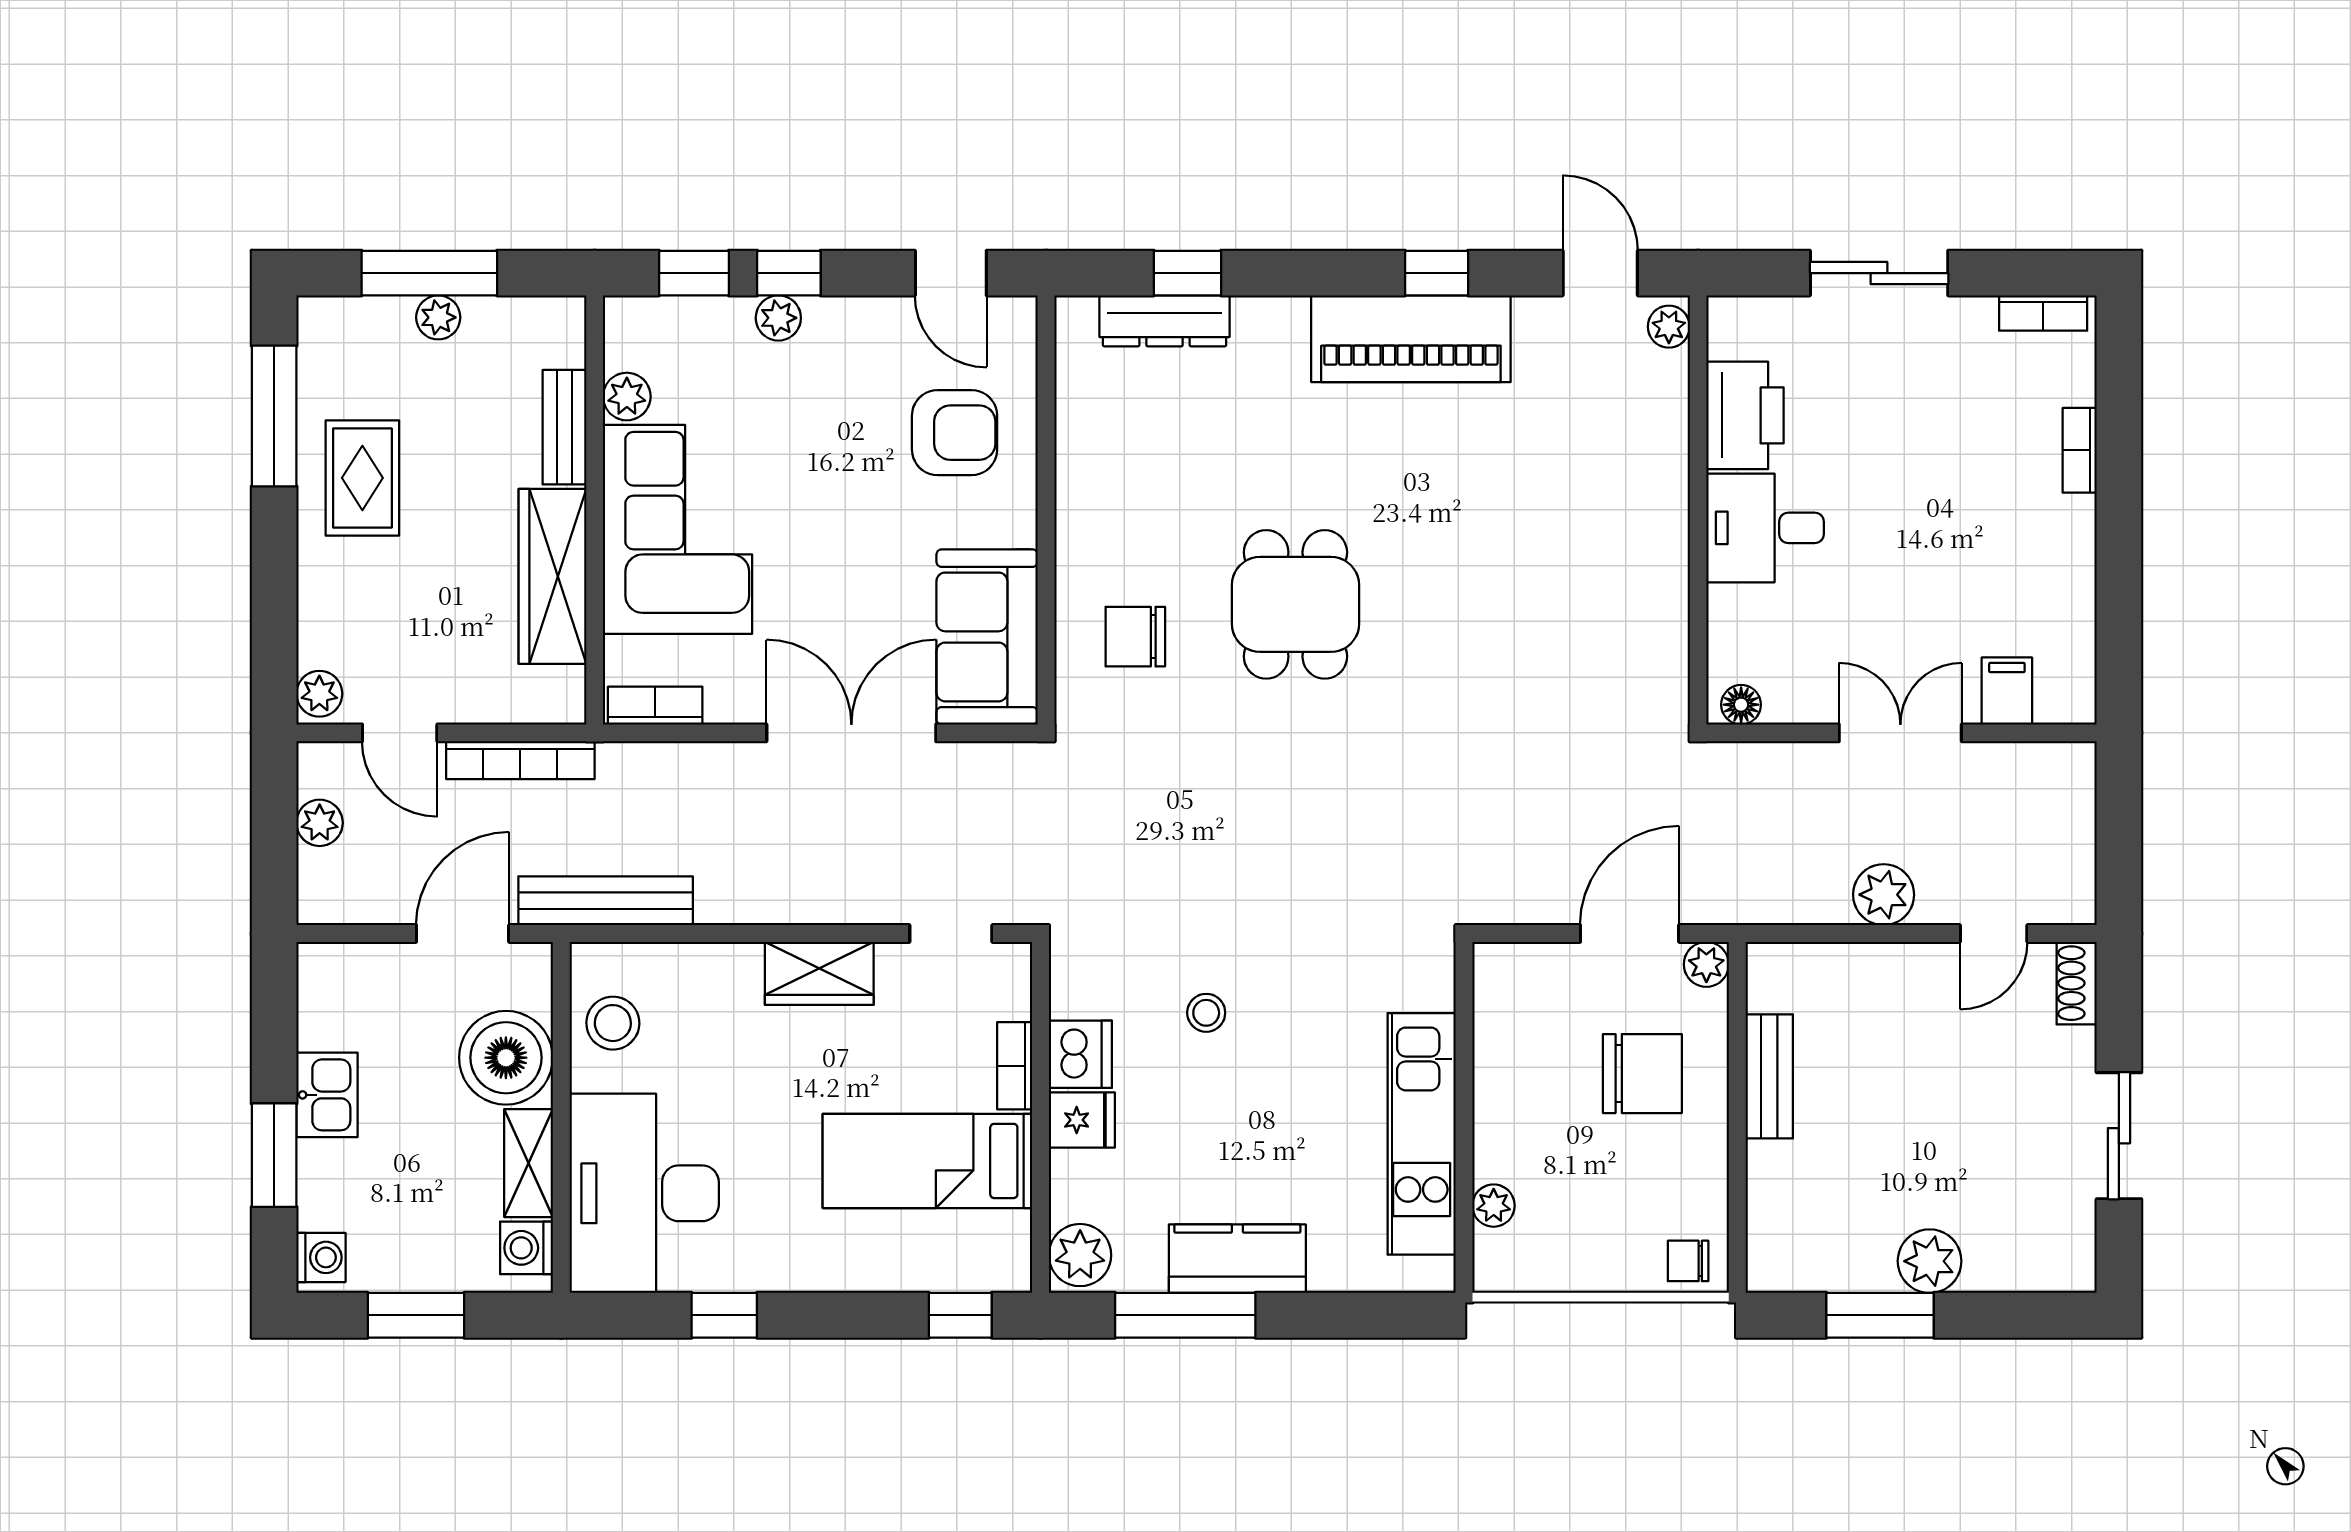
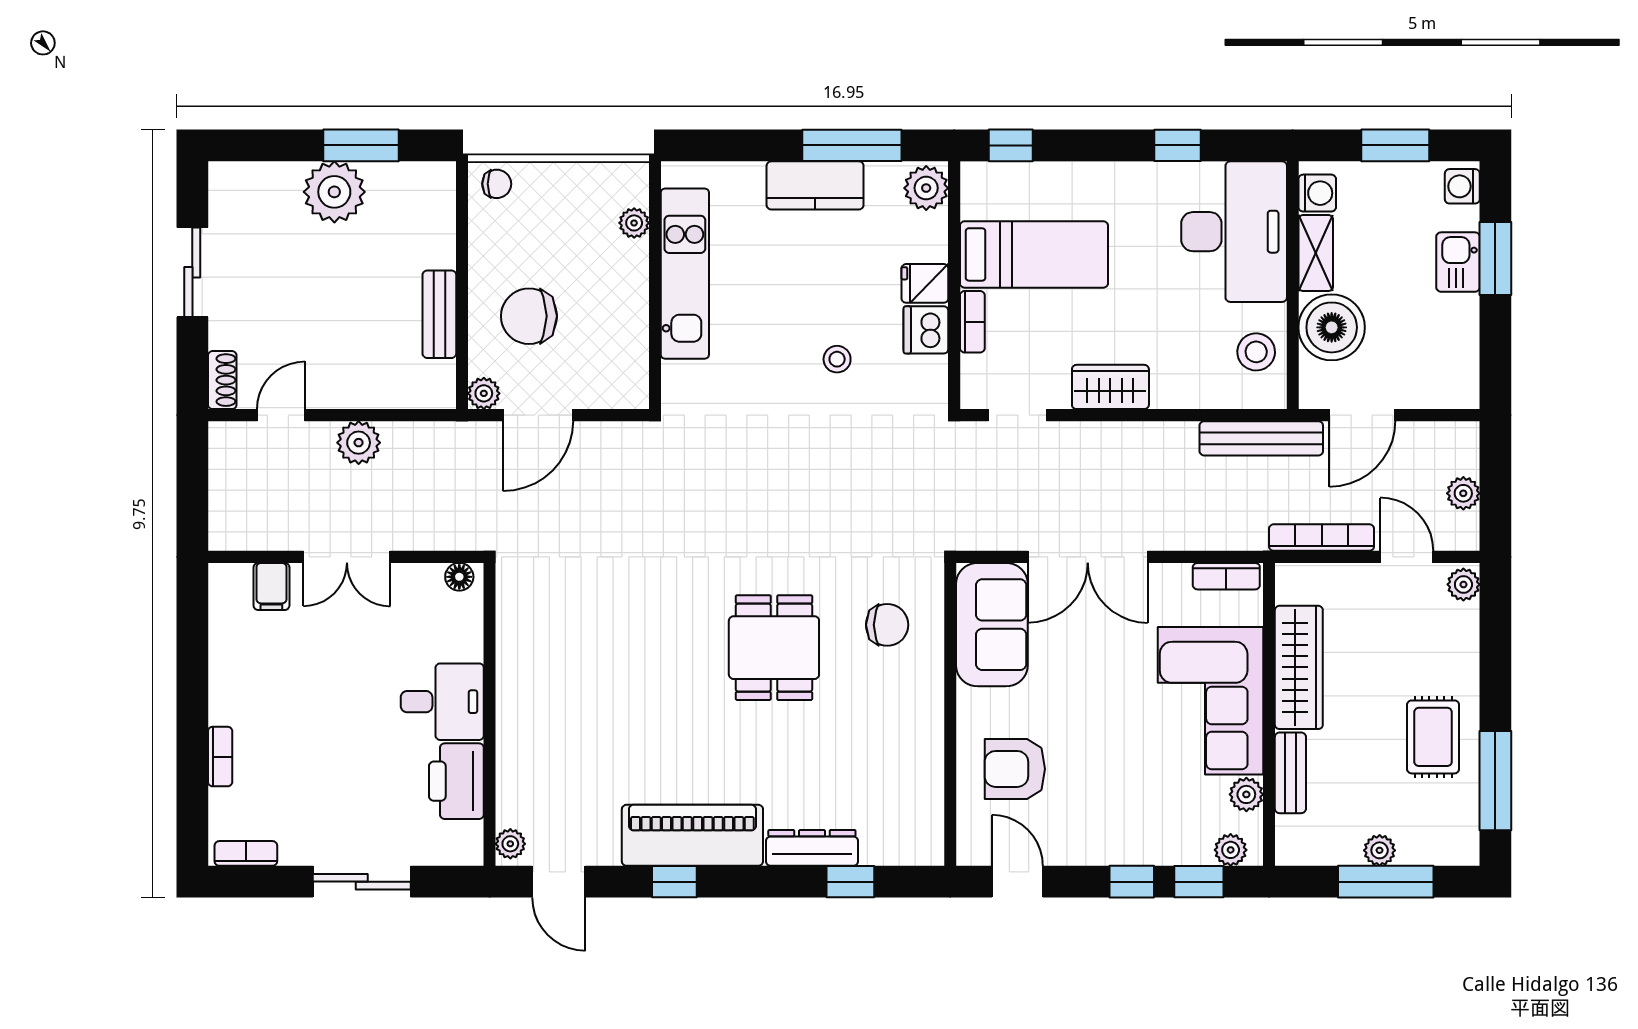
plant: (778, 318) -> (1231, 850), moved
dresser: (1164, 321) -> (812, 848), moved
kitchen sink: (327, 1095) -> (1458, 262), moved
plant: (1930, 1261) -> (334, 192), width x1.36, depth x1.36

